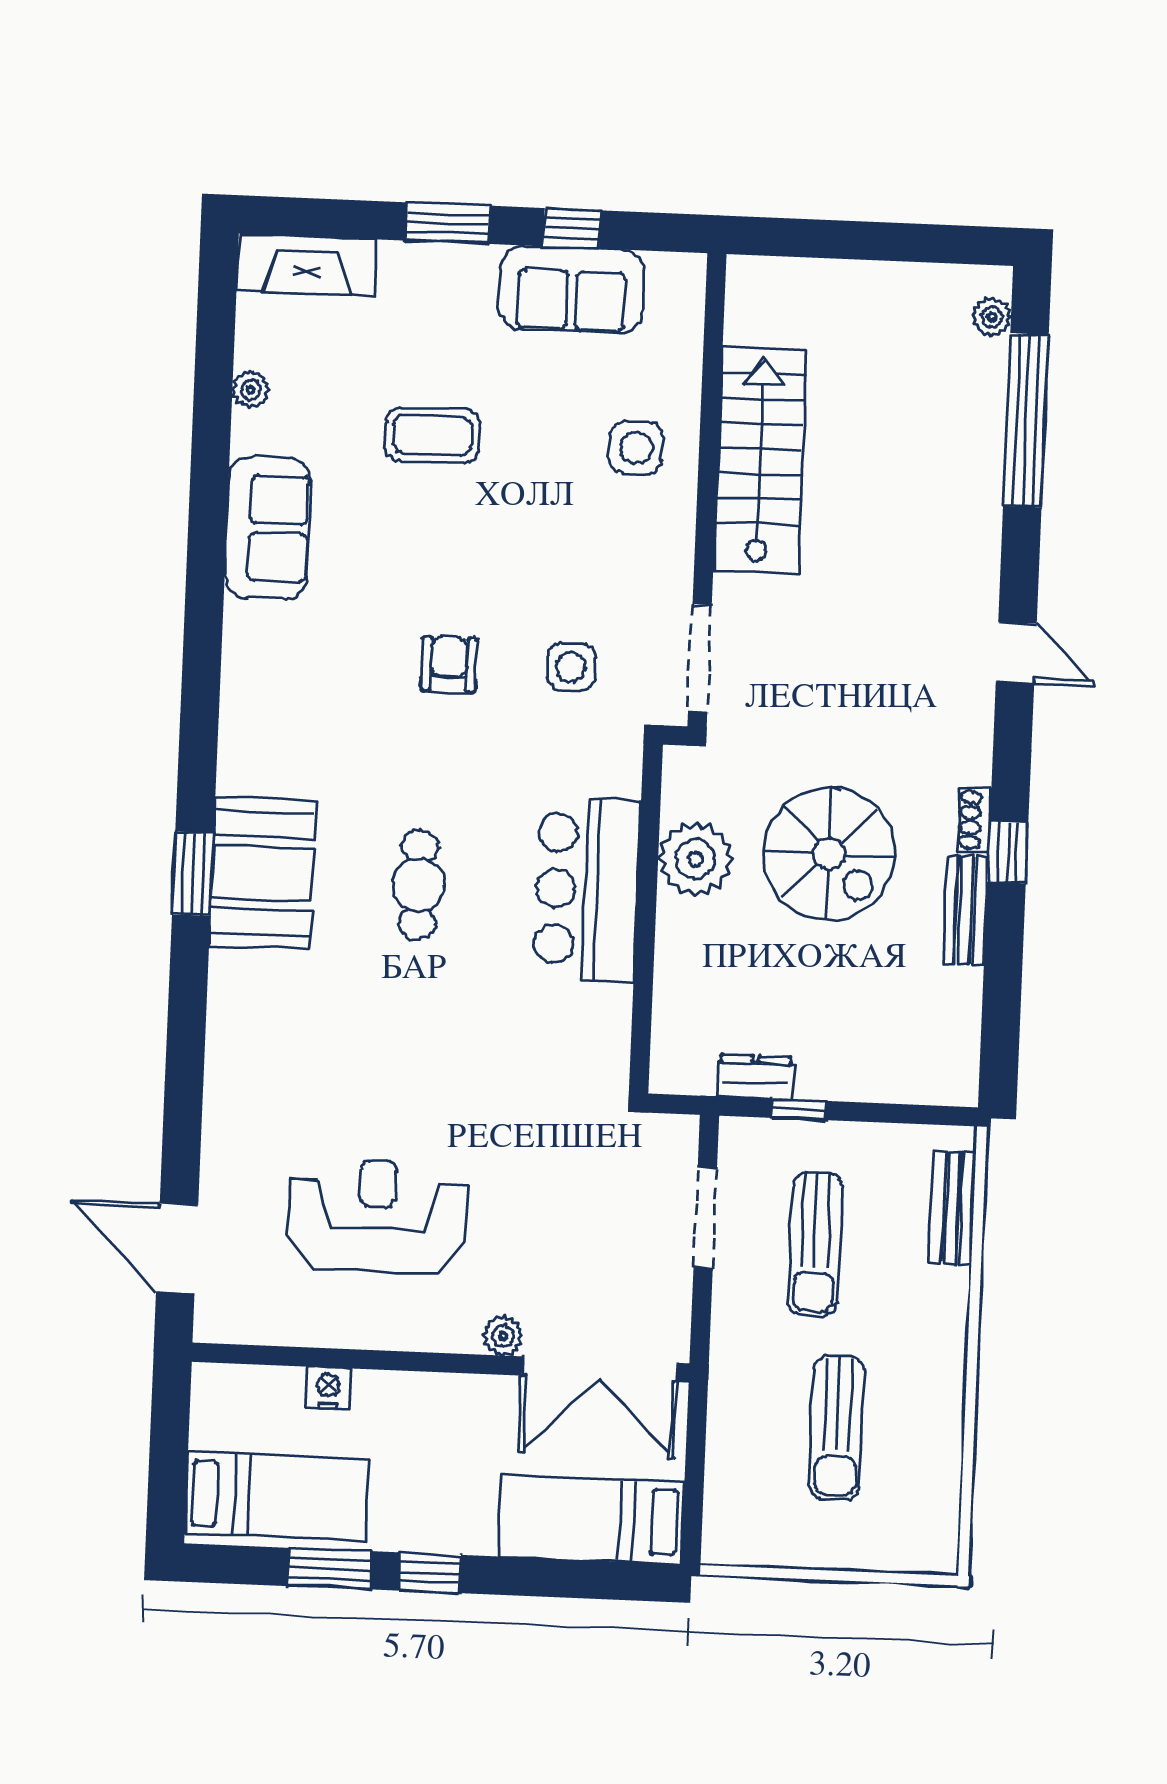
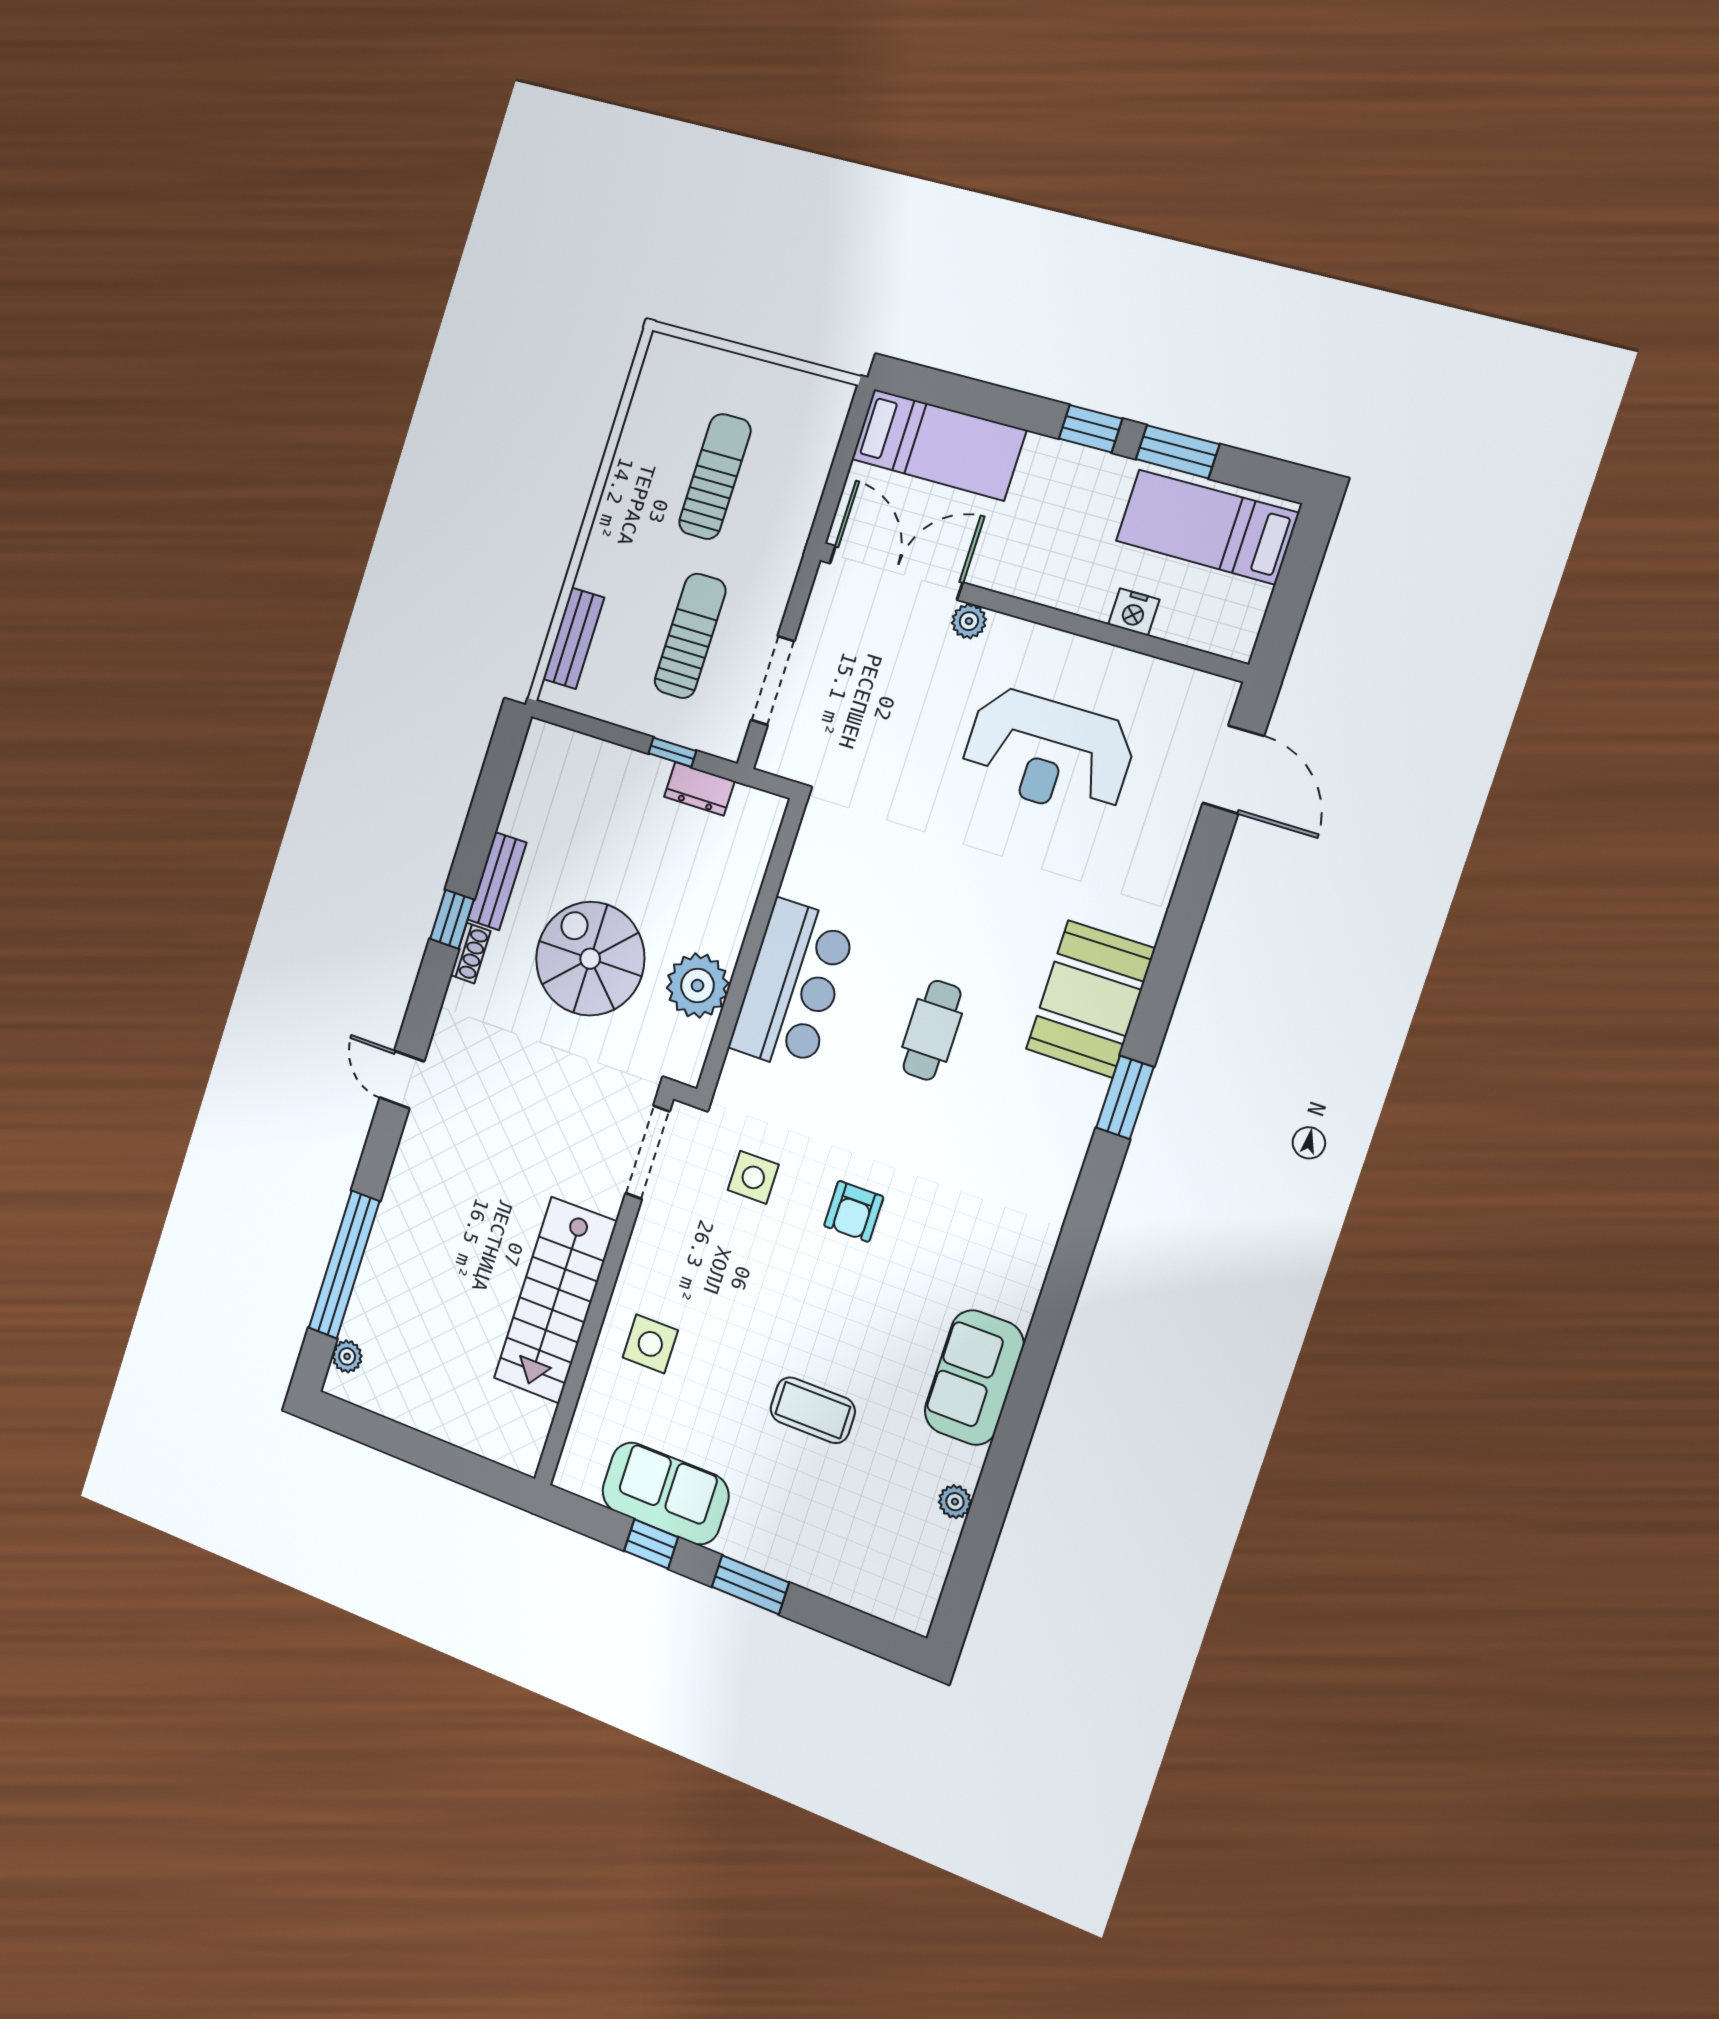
fireplace: (307, 265) -> (877, 1592), removed
booth: (262, 873) -> (1090, 999), moved

